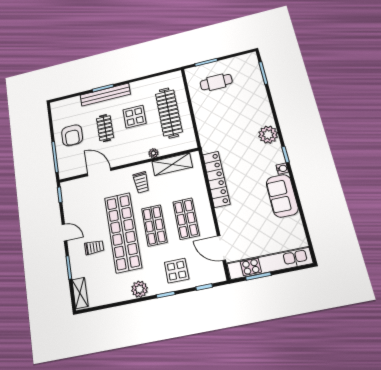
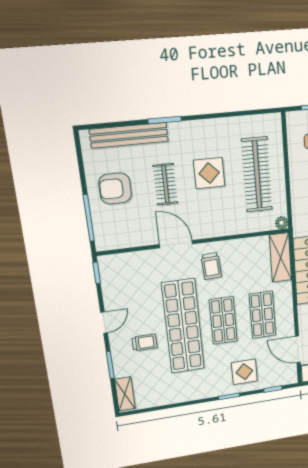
bench: (105, 95) -> (129, 135), moved
armchair: (72, 135) -> (115, 189), turned 90
plant: (153, 153) -> (282, 223), moved
shelving: (172, 164) -> (281, 258), moved, turned 90
door: (99, 172) -> (176, 244), moved
door: (64, 232) -> (104, 323), hinge flipped
plant: (139, 289) -> (199, 390), removed

